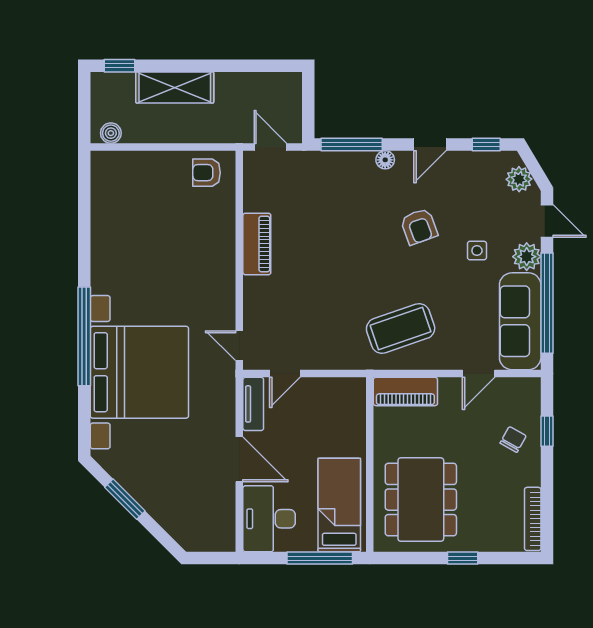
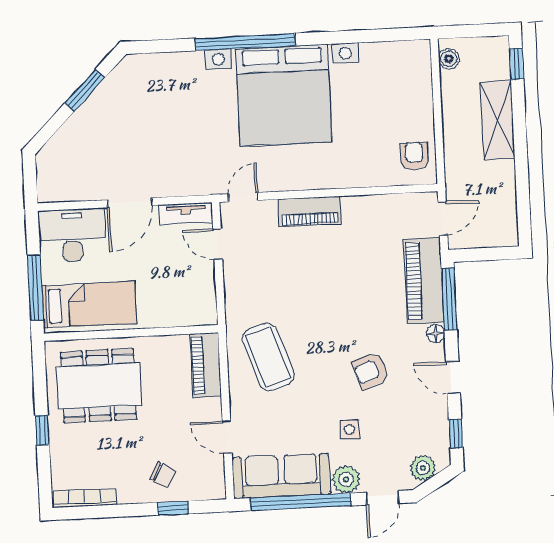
piano: (332, 169) -> (424, 281), added
piano: (257, 244) -> (310, 211), moved
bed with nightstands: (139, 372) -> (284, 95), moved

